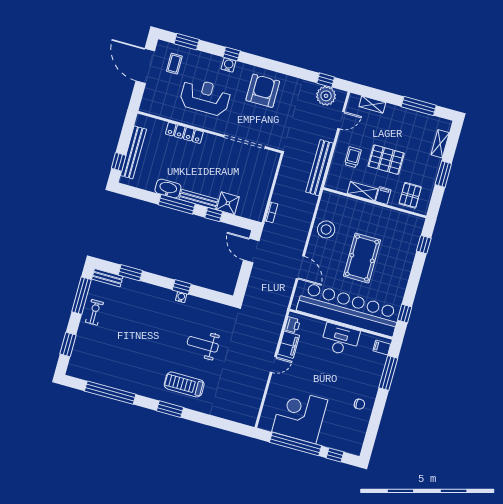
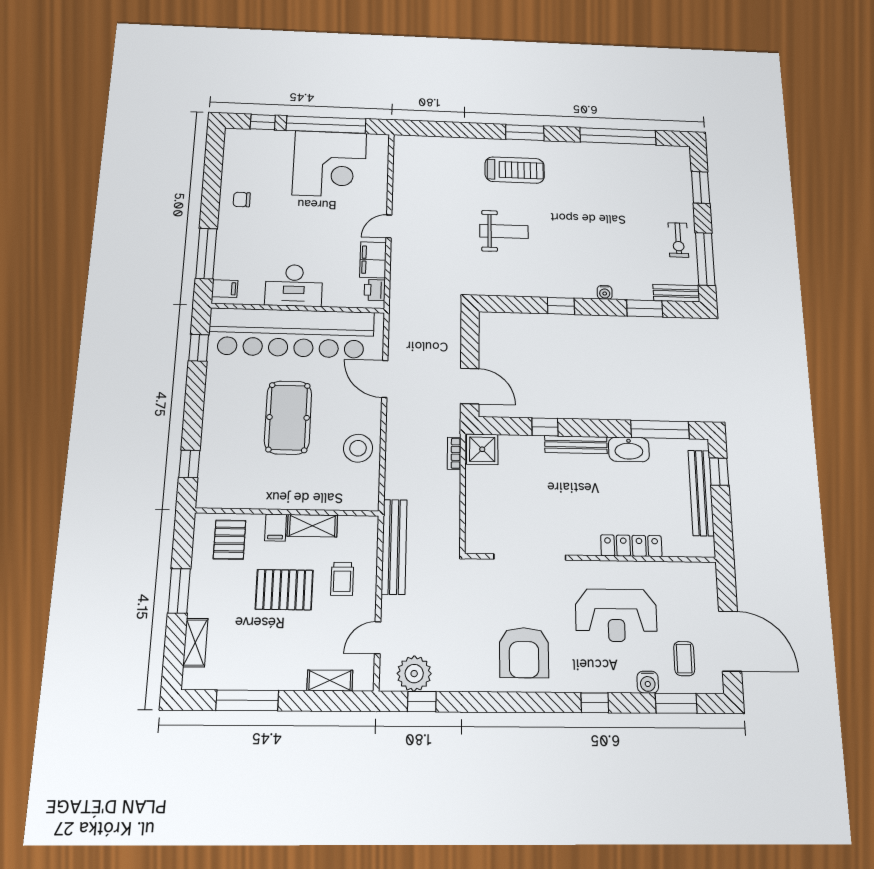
water cooler: (228, 65) -> (648, 682), moved
shower: (228, 203) -> (482, 449), moved
window: (177, 204) -> (660, 430), moved
water cooler: (181, 297) -> (605, 292), moved

